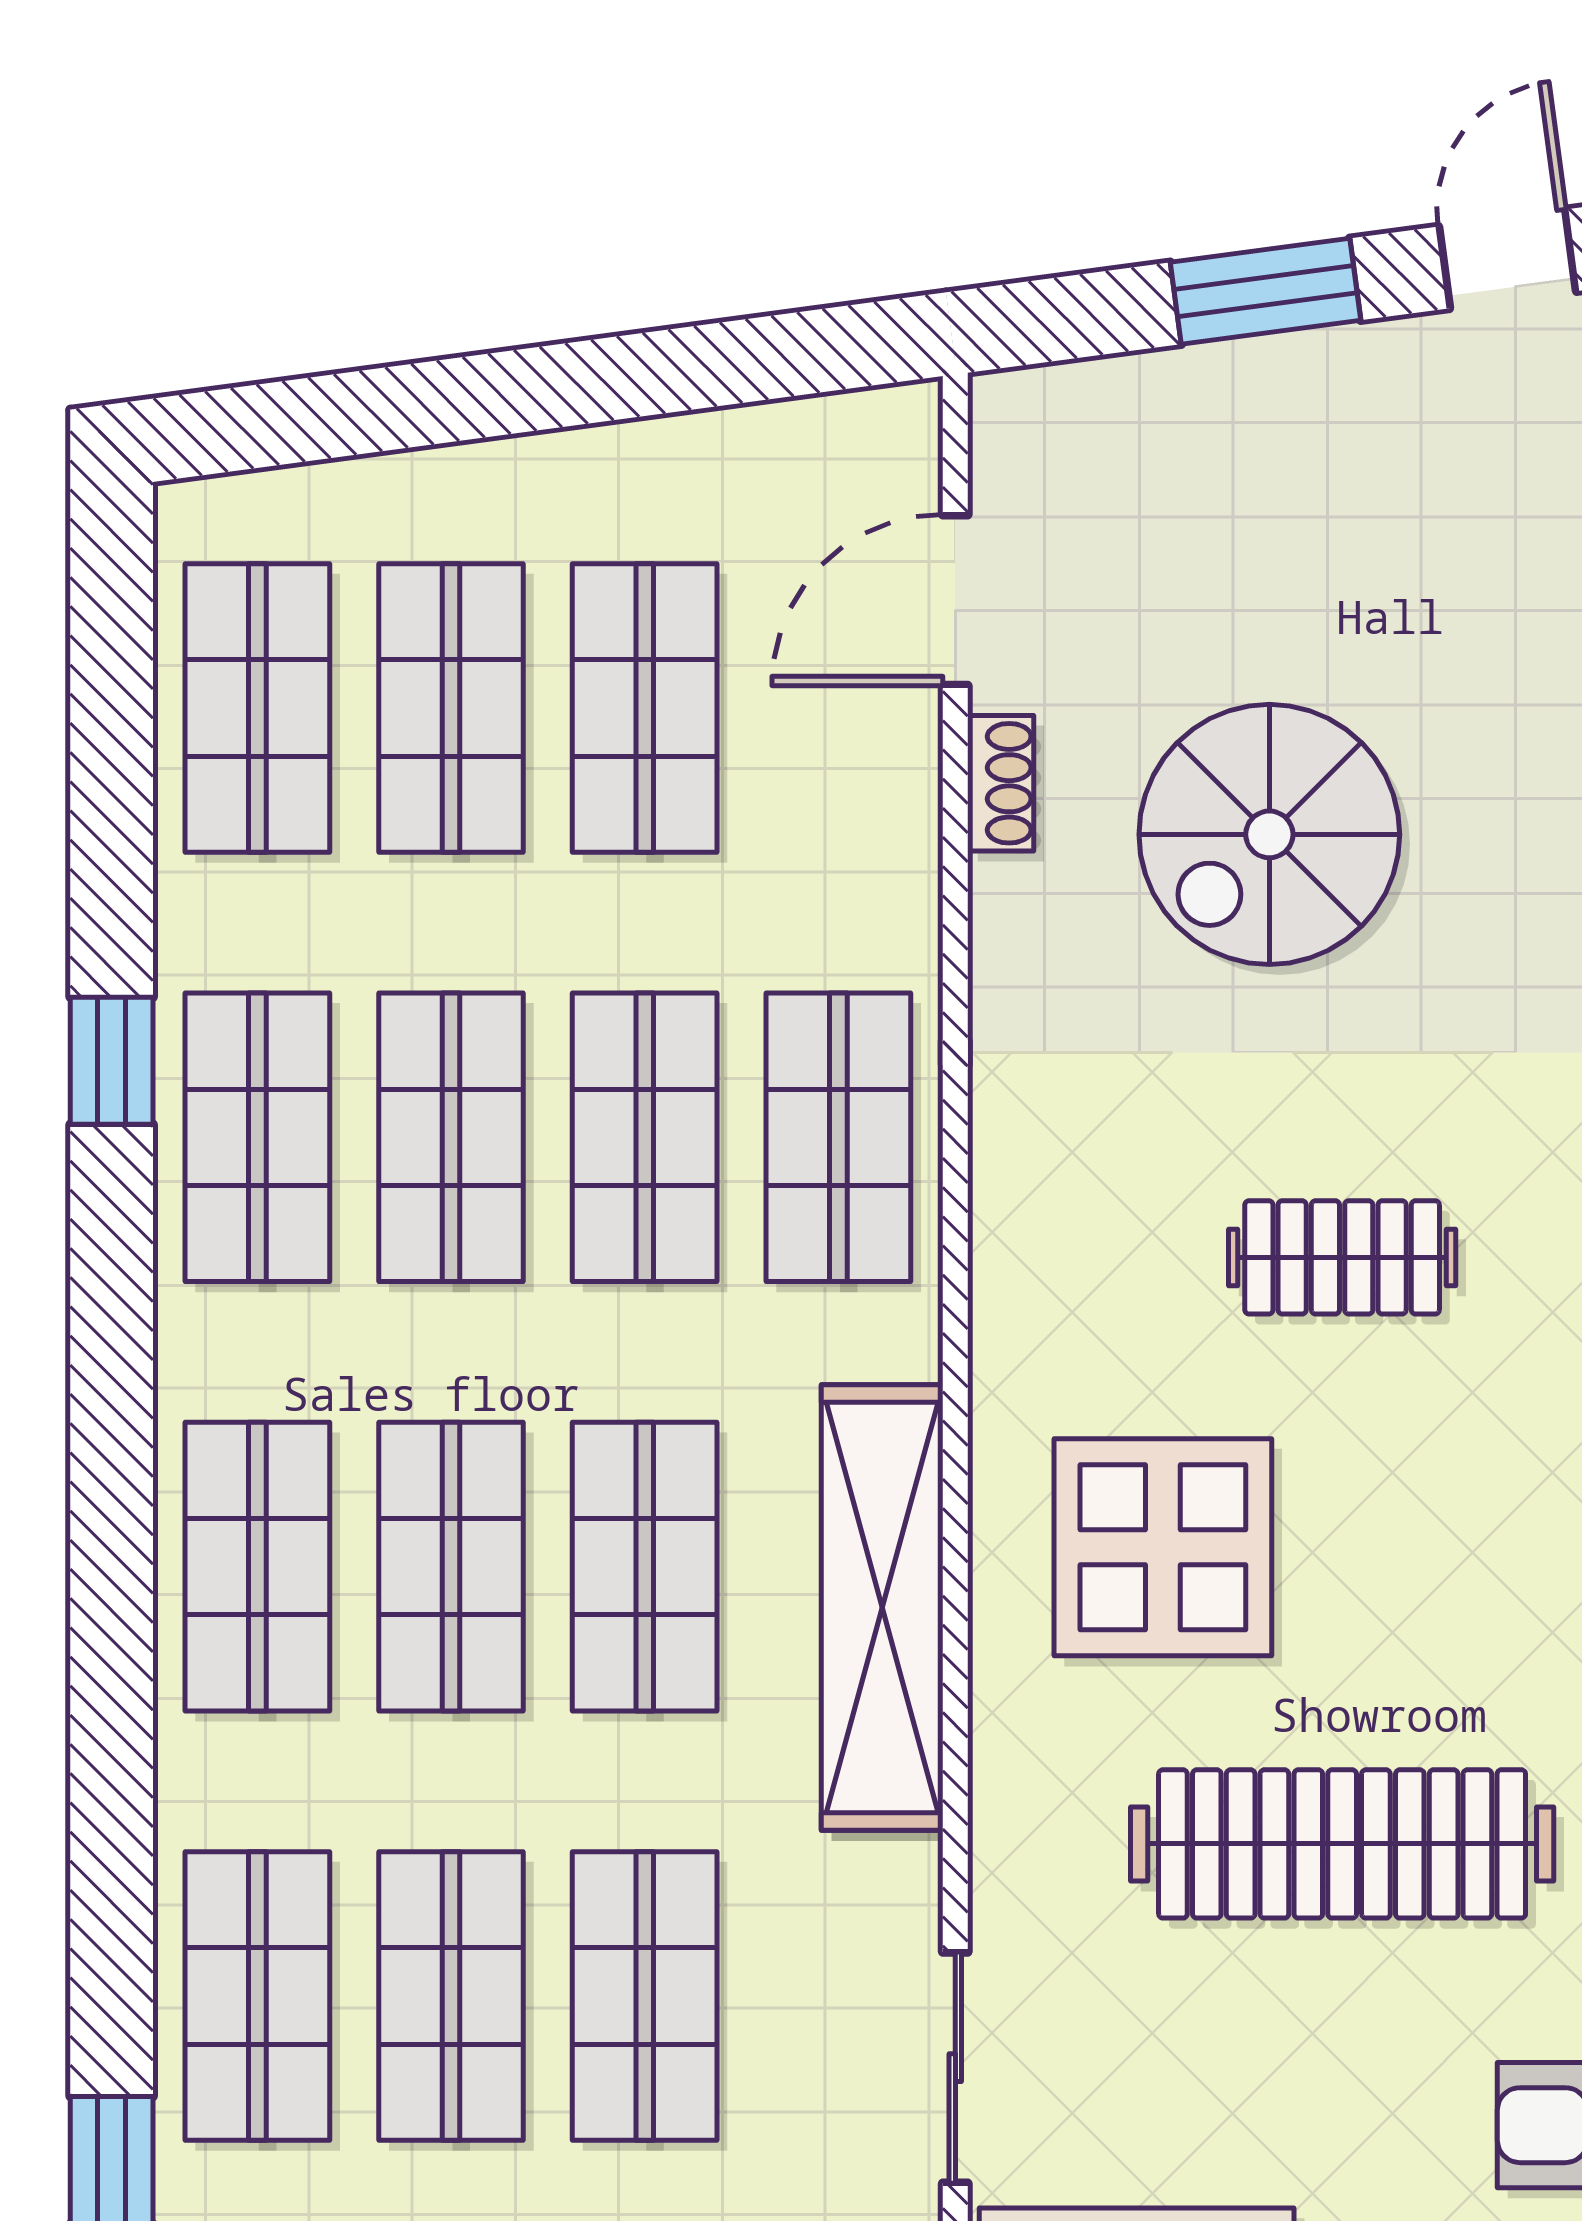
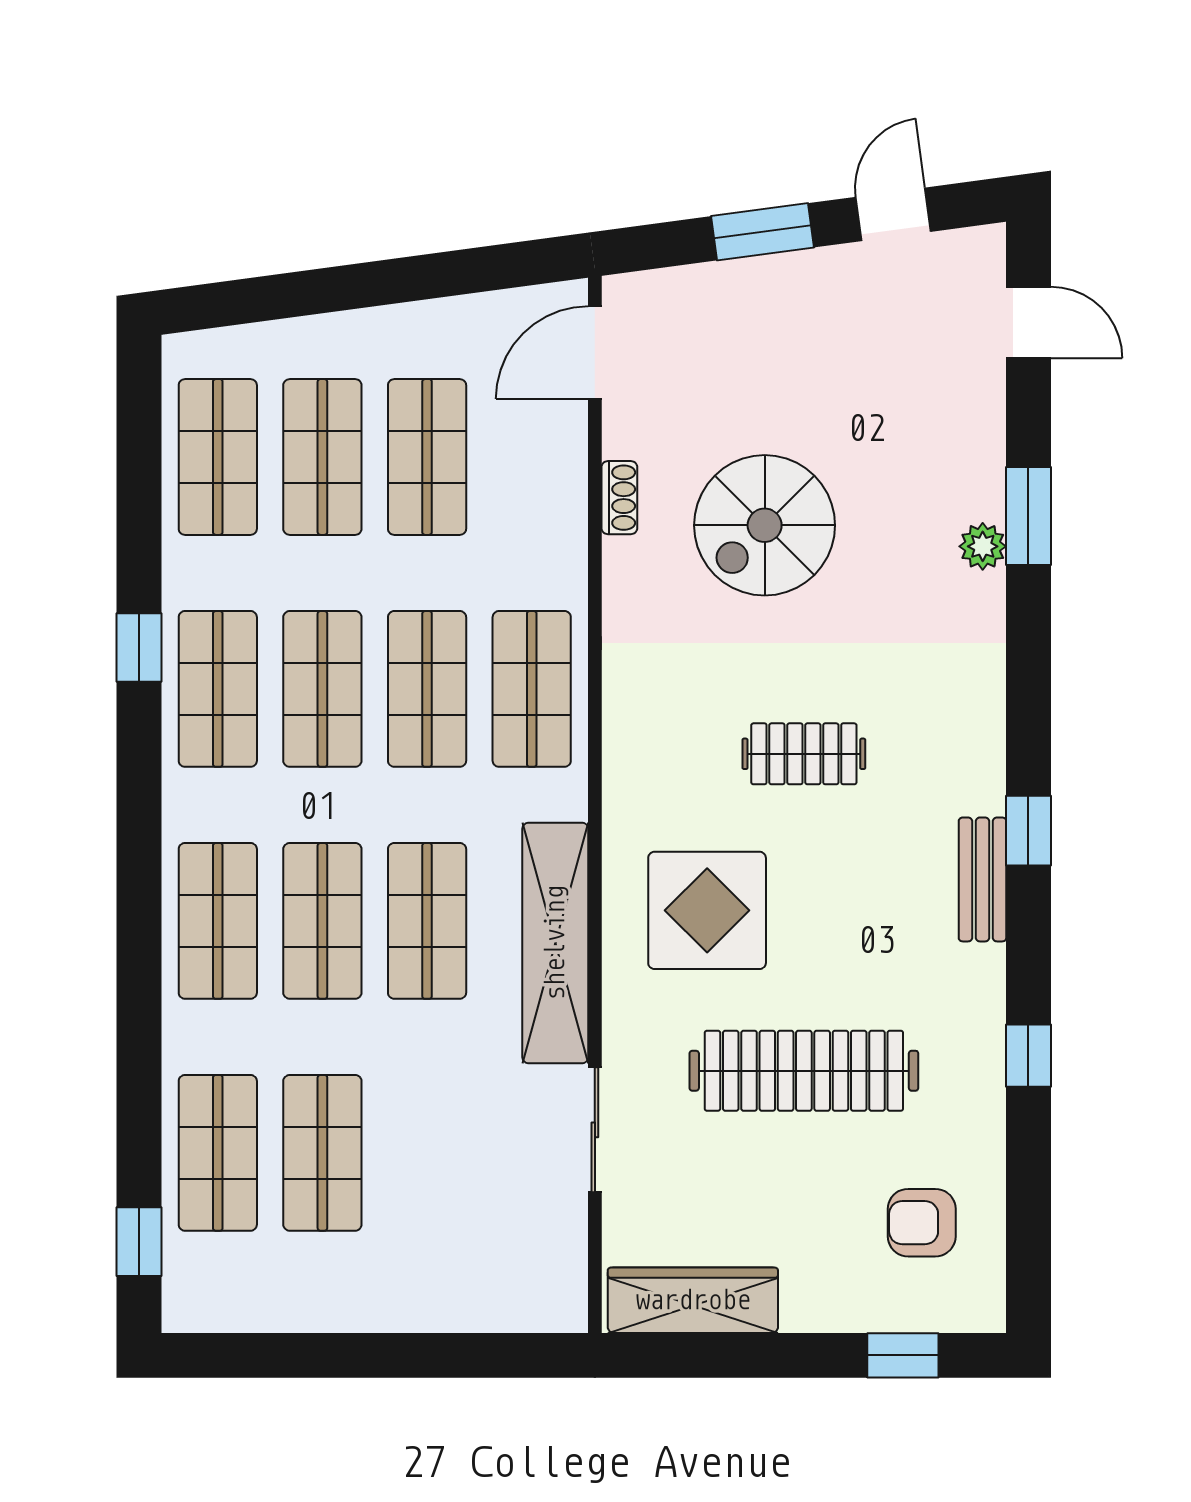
door: (955, 600) -> (595, 353), moved
shop shelf: (645, 1996) -> (427, 1153), removed
sliding door: (955, 2068) -> (595, 1130), moved

